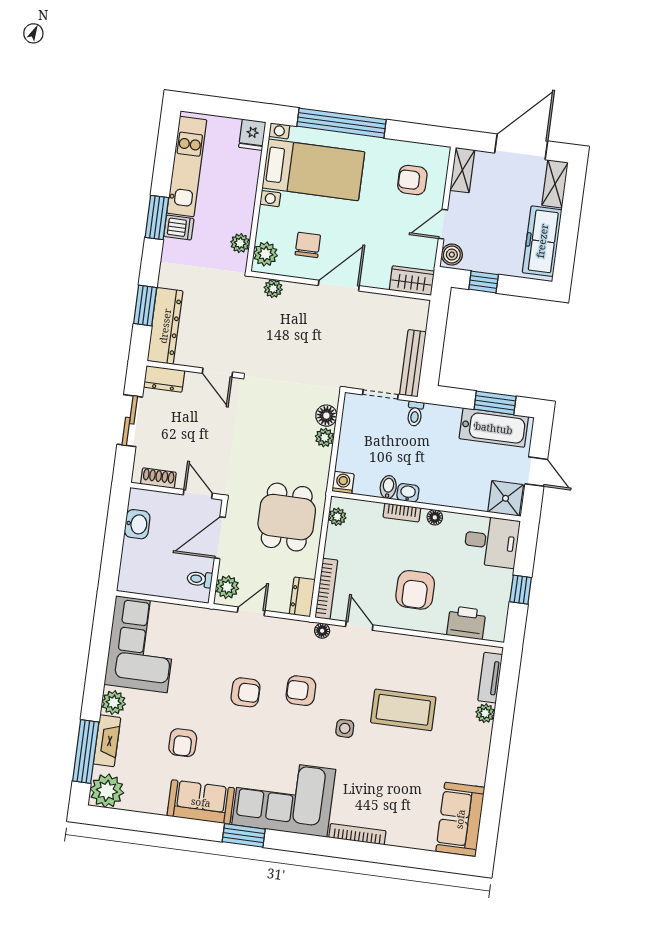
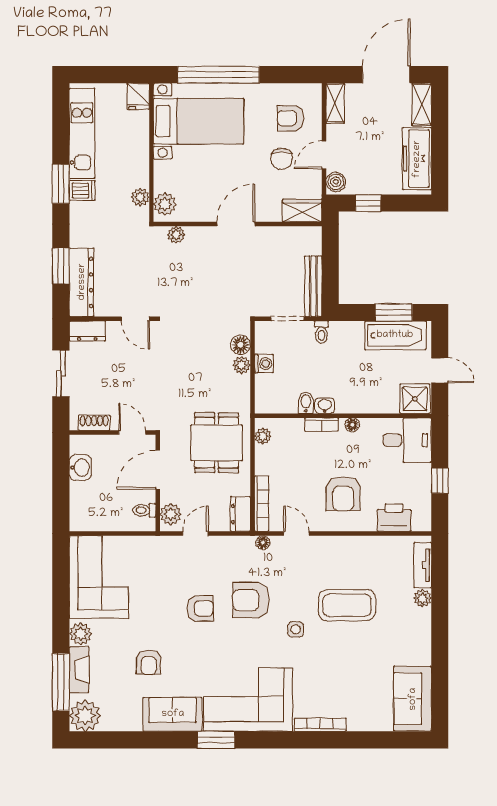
chair: (308, 245) -> (282, 159), moved, turned 180
washing machine: (343, 483) -> (264, 364), moved, turned 90
armchair: (301, 691) -> (251, 600), width x1.38, depth x1.38

